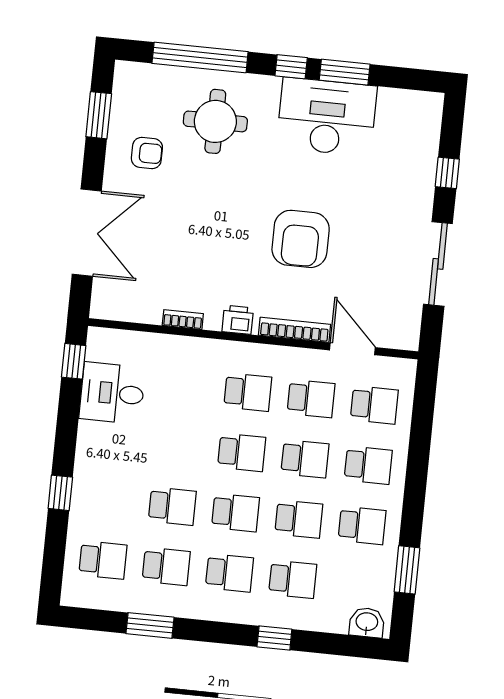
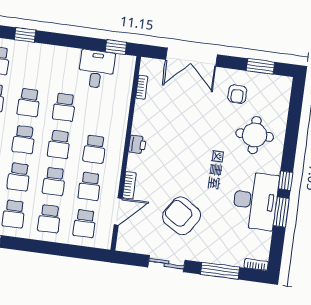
window: (200, 57) -> (293, 127), removed
bookcase: (435, 112) -> (256, 265), added
window: (447, 173) -> (220, 271), width x2.17
armchair: (301, 239) -> (182, 216), moved, turned 33
sliding door: (438, 264) -> (166, 264), width x0.73
bookcase: (183, 320) -> (142, 87), moved
bookcase: (295, 330) -> (129, 185), width x0.64
school desk: (178, 446) -> (64, 107), added
window: (60, 493) -> (25, 35), moved

